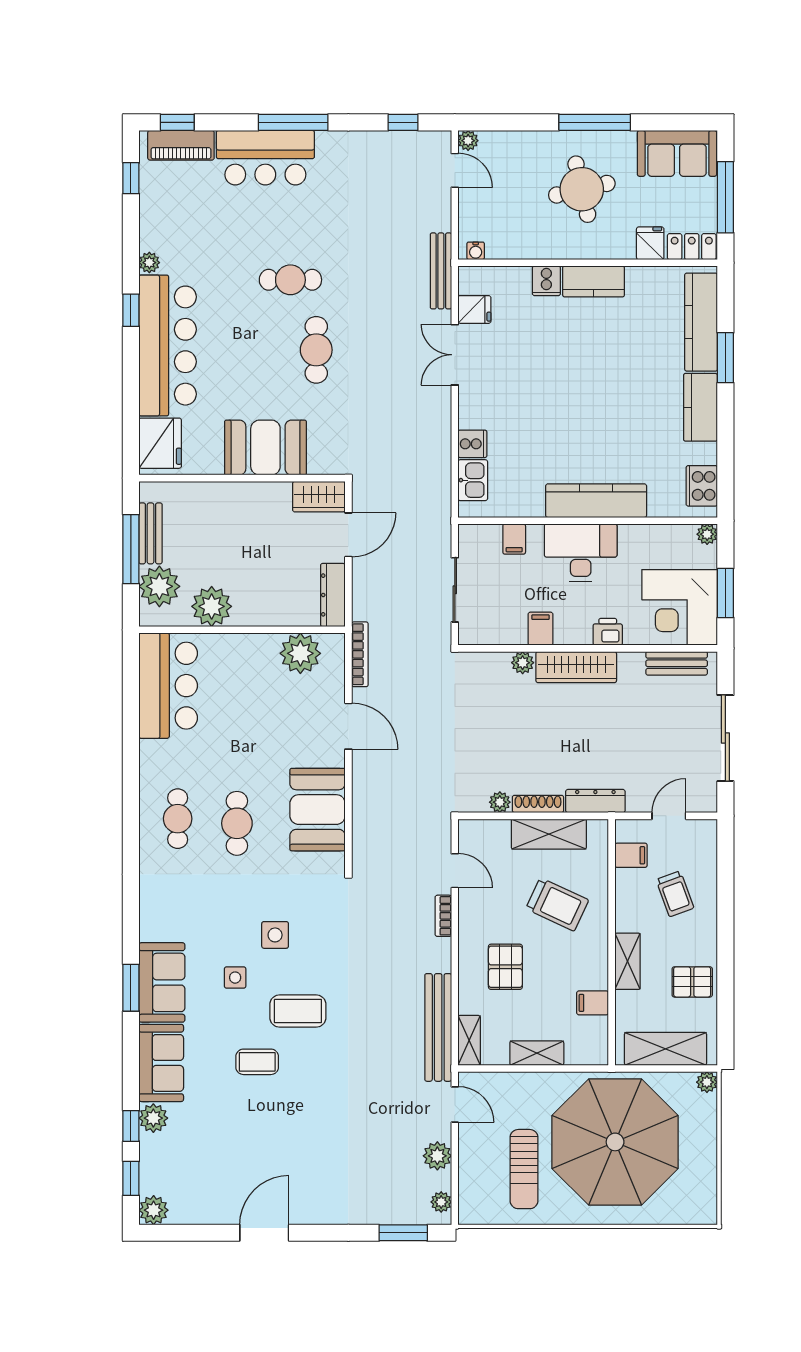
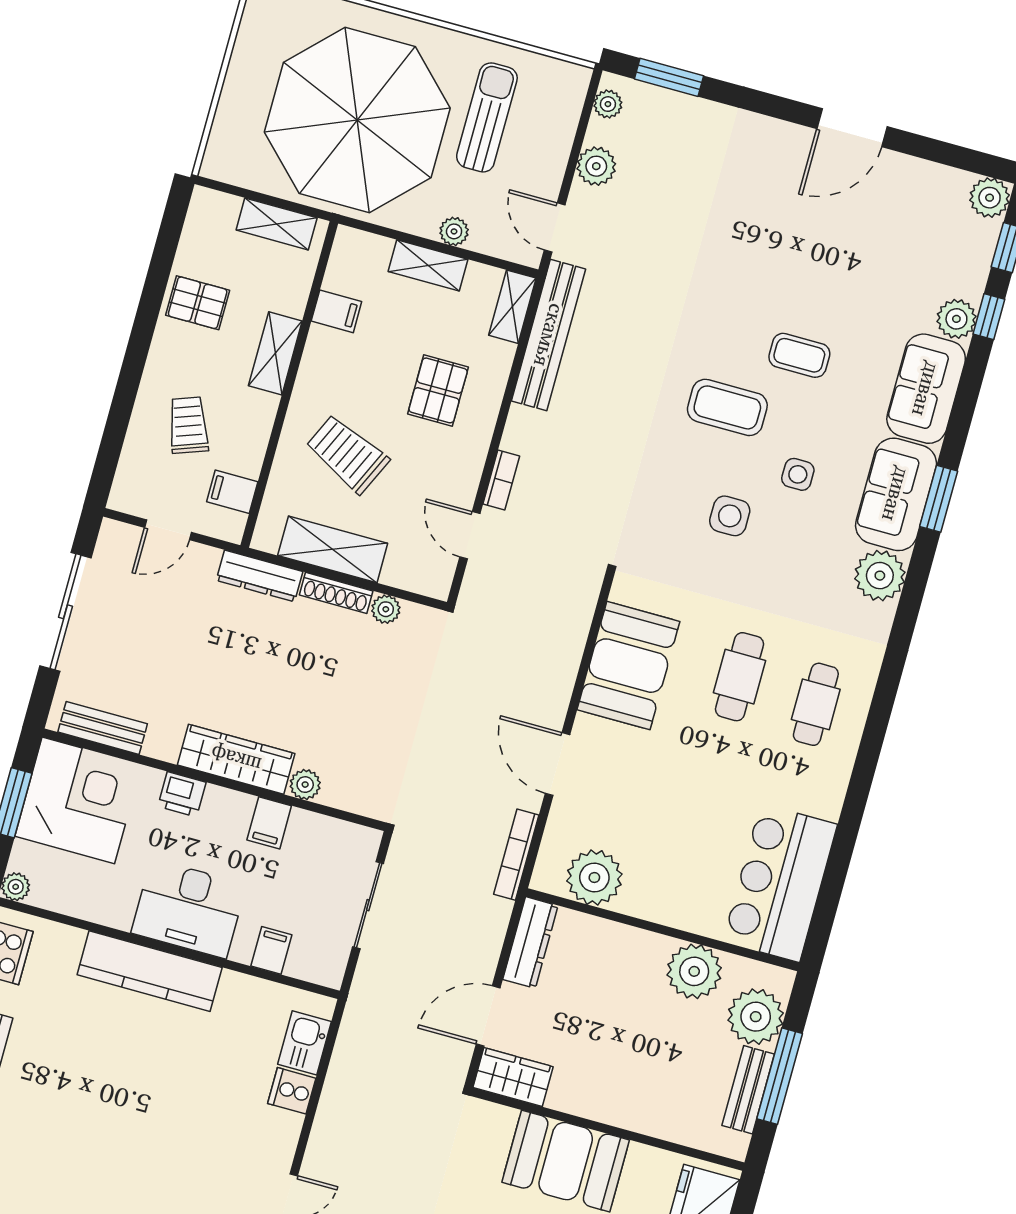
plant: (157, 922) -> (880, 576), added
shelving: (665, 1049) -> (277, 224), width x0.67, depth x0.75
plant: (707, 1082) -> (454, 231), moved

